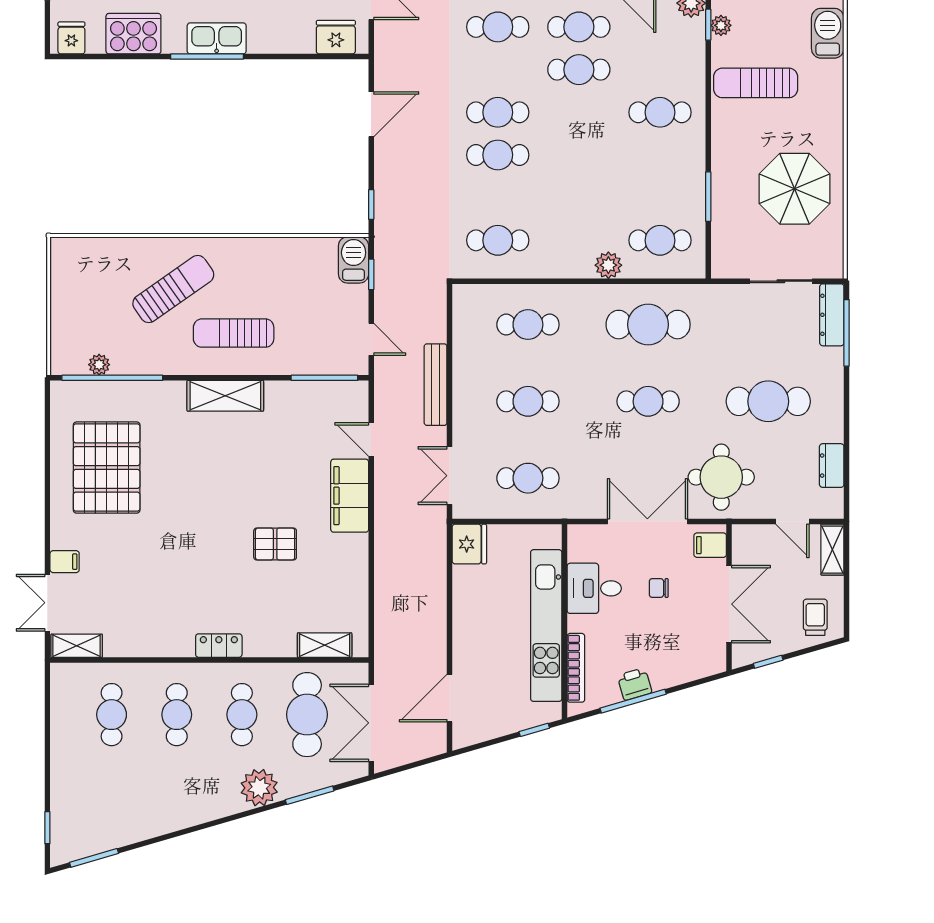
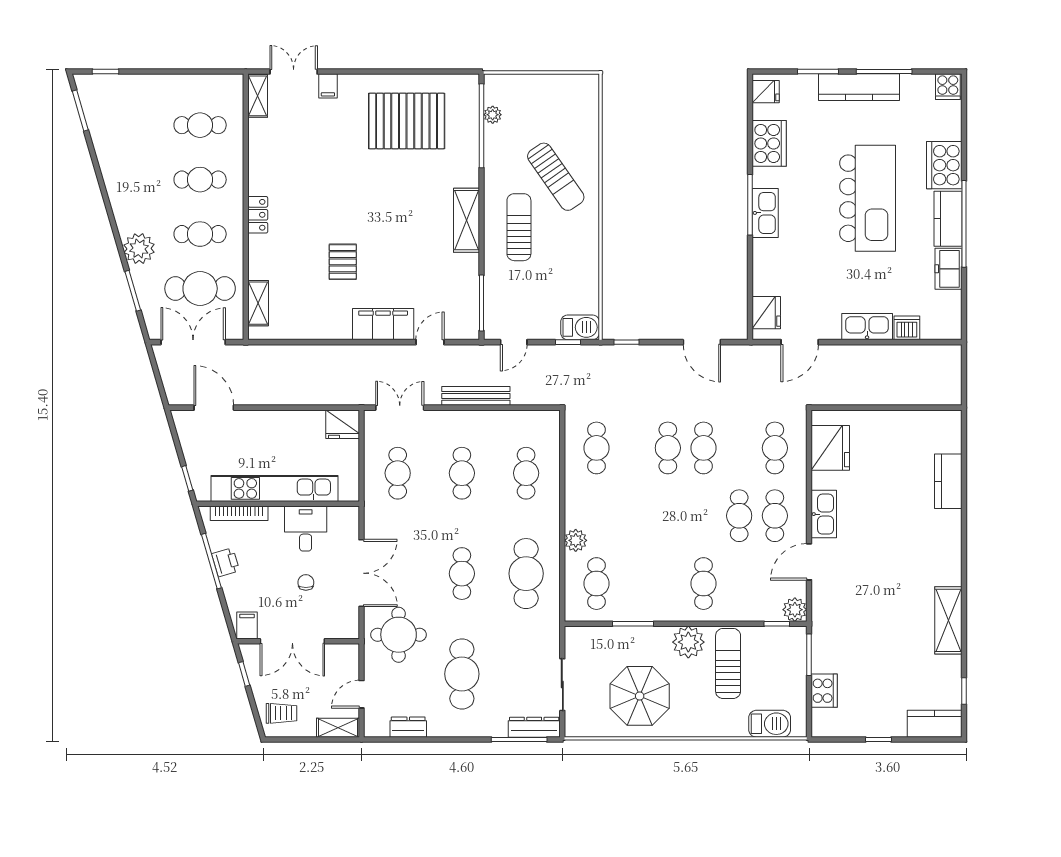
plant: (721, 25) -> (688, 642), moved, width x1.88, depth x1.88
filing cabinet: (710, 545) -> (247, 625), moved

